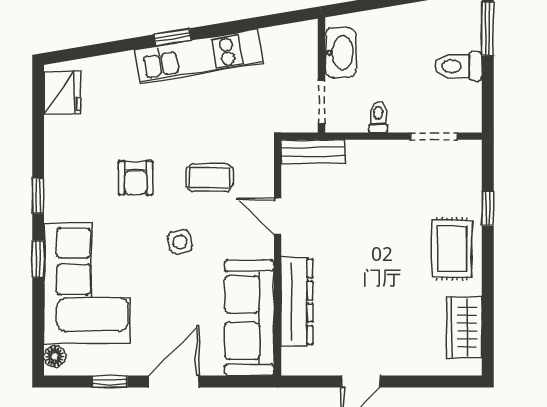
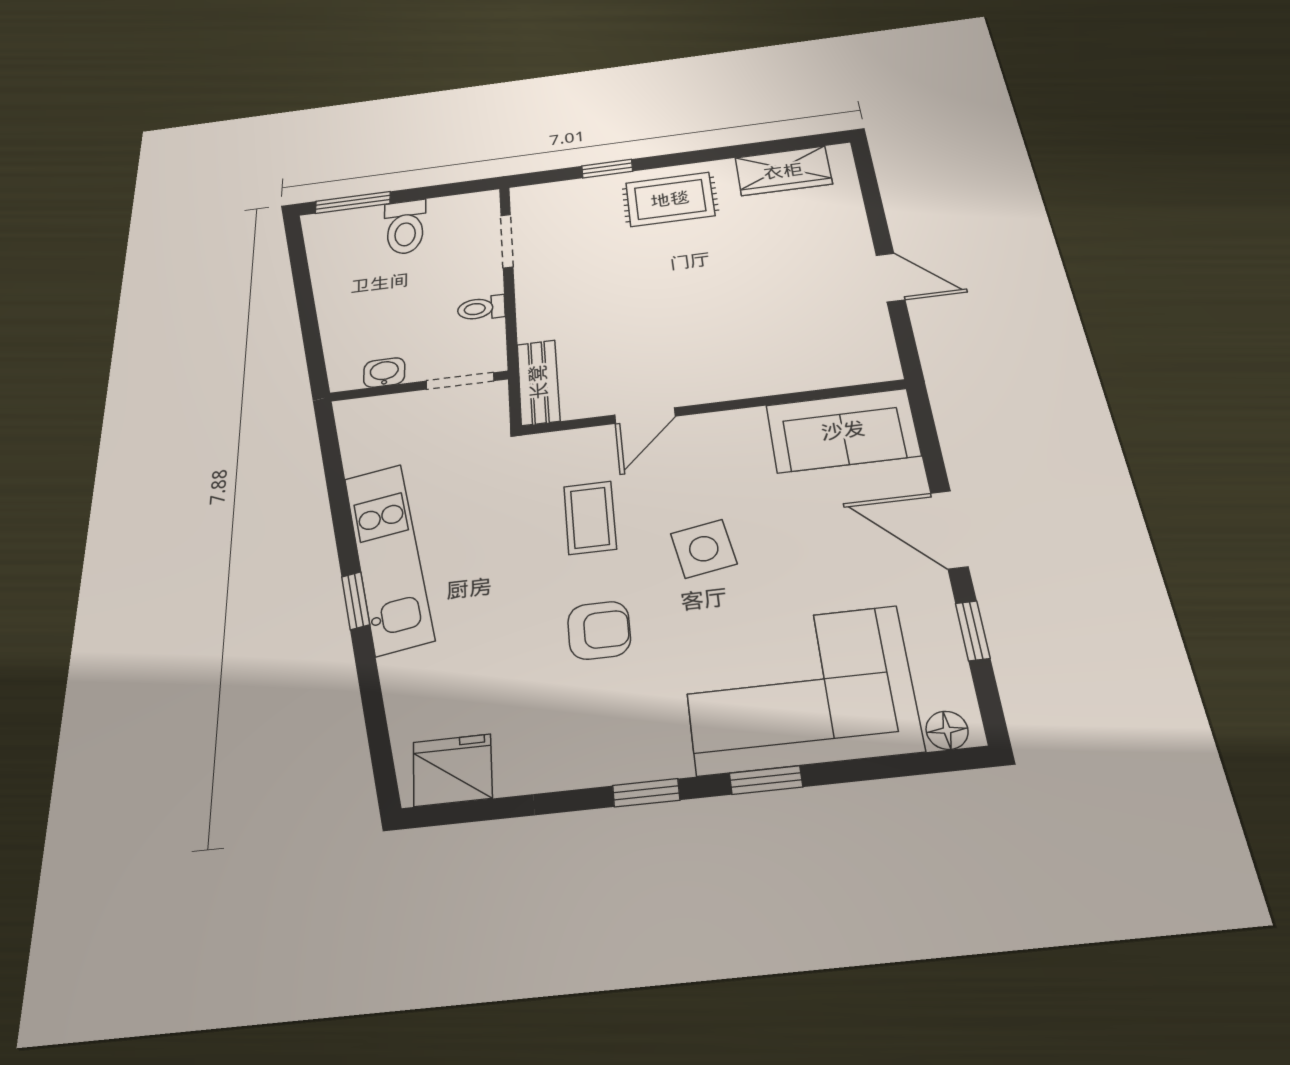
washbasin: (341, 53) -> (384, 372), width x0.52, depth x0.69
side table: (180, 242) -> (704, 549), width x1.37, depth x1.37
dresser: (297, 302) -> (779, 373), removed
sofa: (249, 318) -> (843, 430), width x0.73

